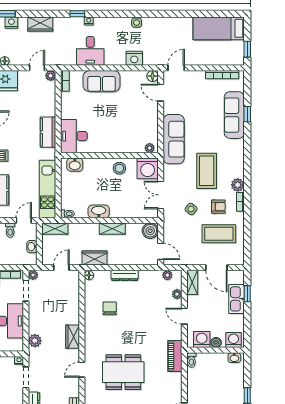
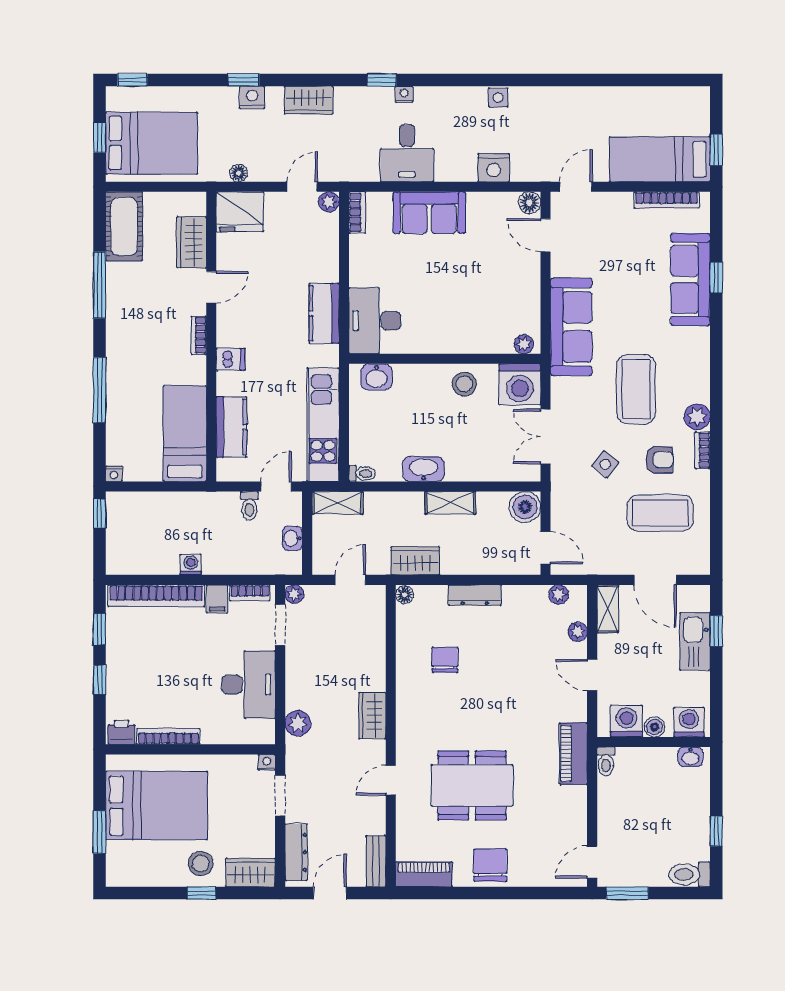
bed: (219, 28) -> (660, 159), moved

